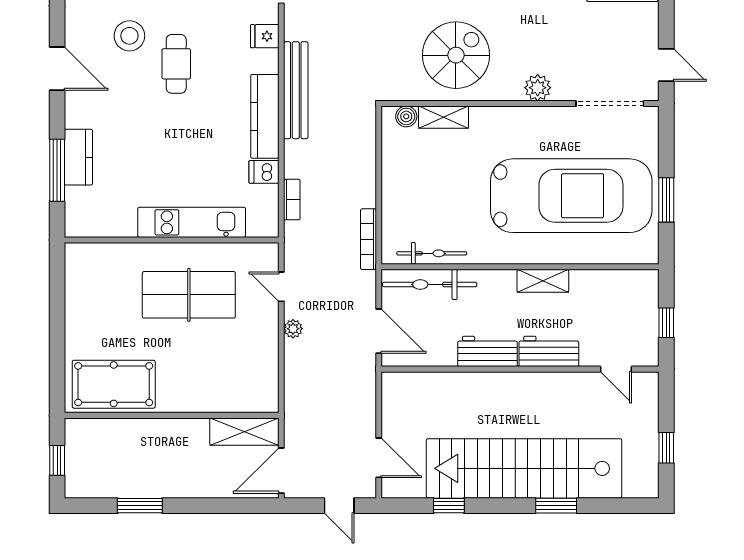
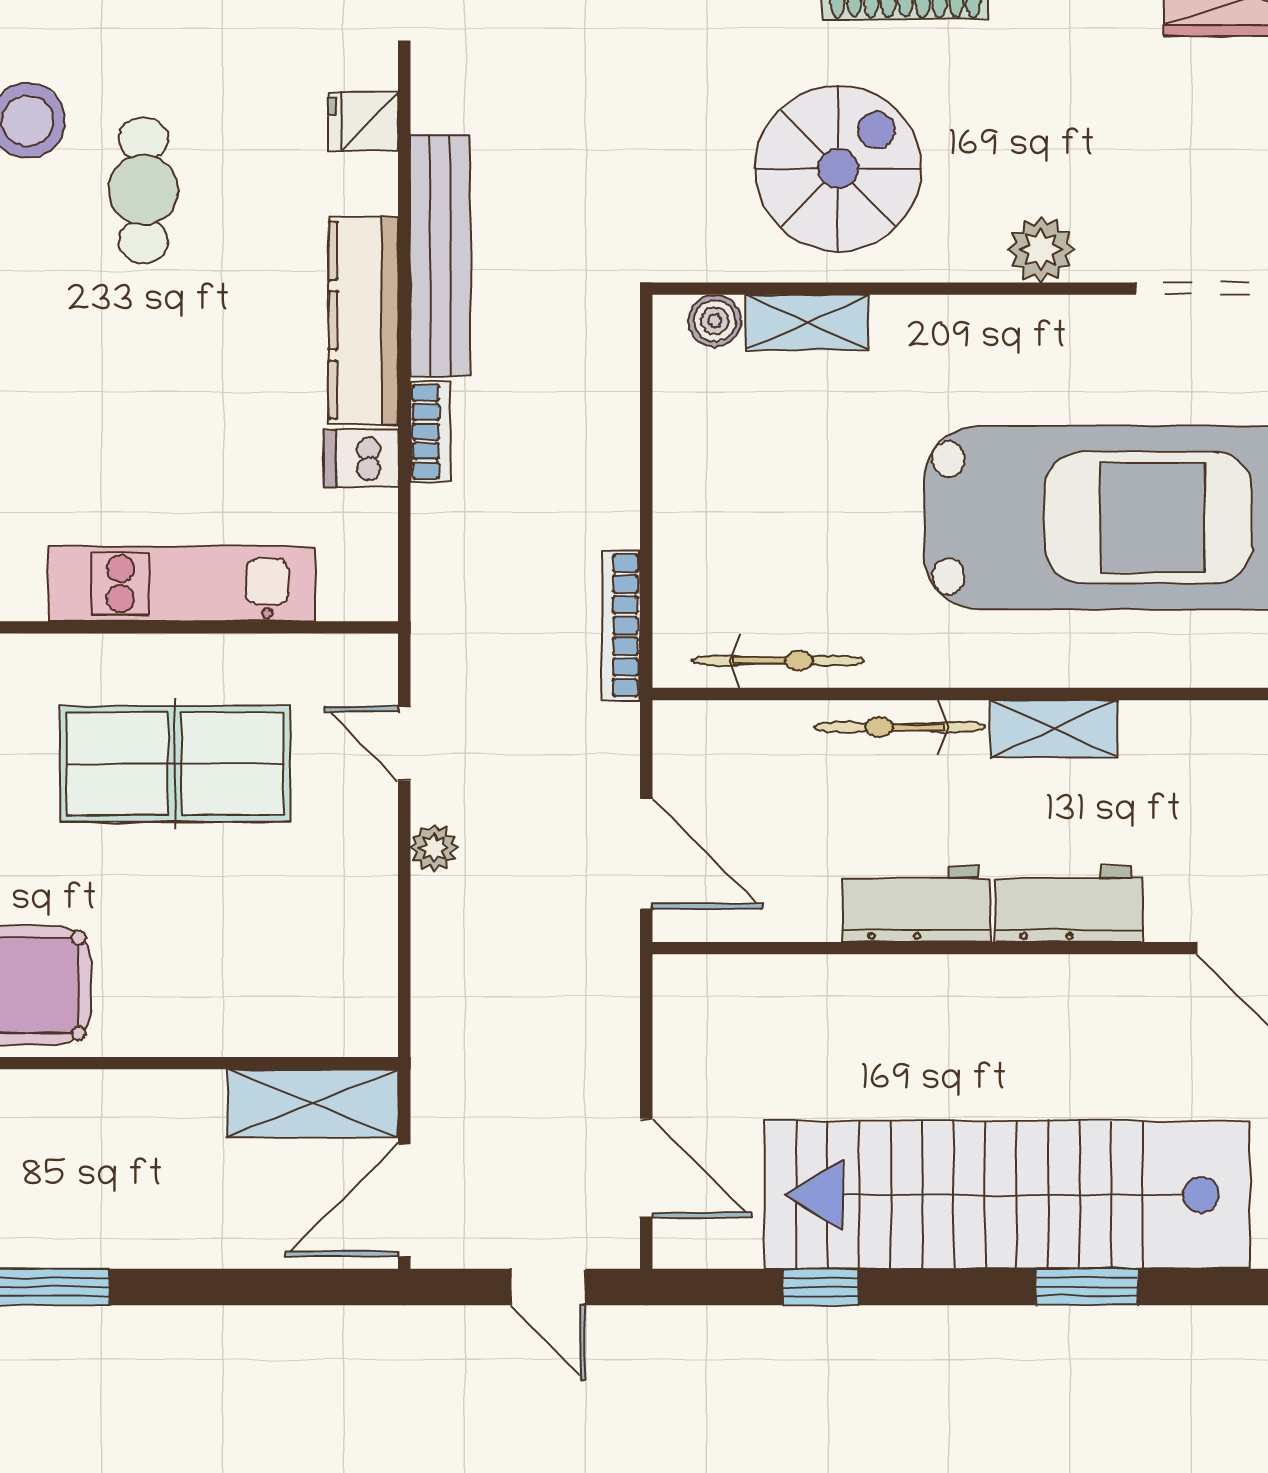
bookcase: (292, 200) -> (431, 432), moved
bicycle: (430, 284) -> (900, 727), moved, width x0.73, depth x0.71

